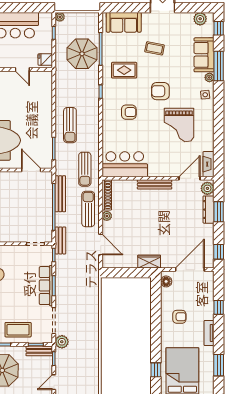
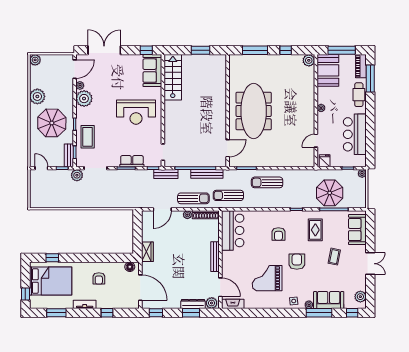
row of seats: (46, 286) -> (132, 161), width x0.68

